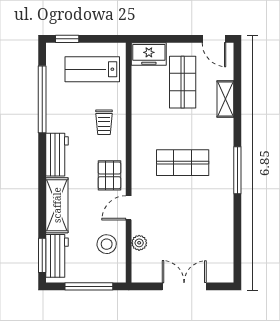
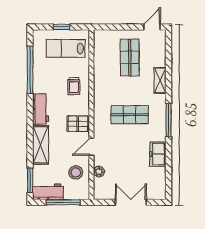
window: (67, 39) -> (61, 27), moved
door: (214, 39) -> (152, 27), swing flipped
freezer: (149, 54) -> (158, 154), moved, turned 90
shelving: (225, 99) -> (160, 80), moved
pallet: (109, 175) -> (78, 124), turned 90
workbench: (57, 256) -> (48, 192), moved, turned -90

